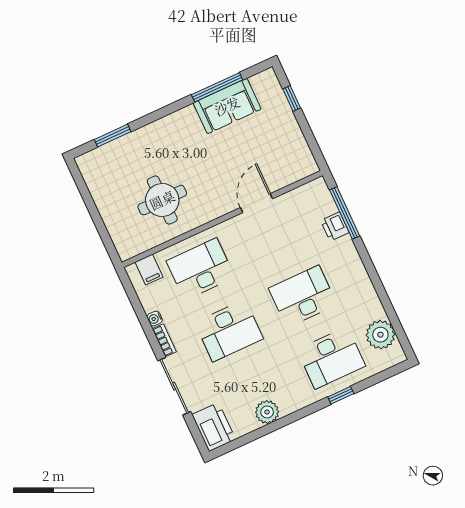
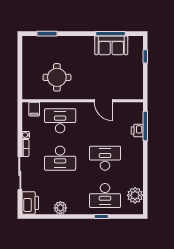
door: (256, 203) -> (103, 101), swing flipped

